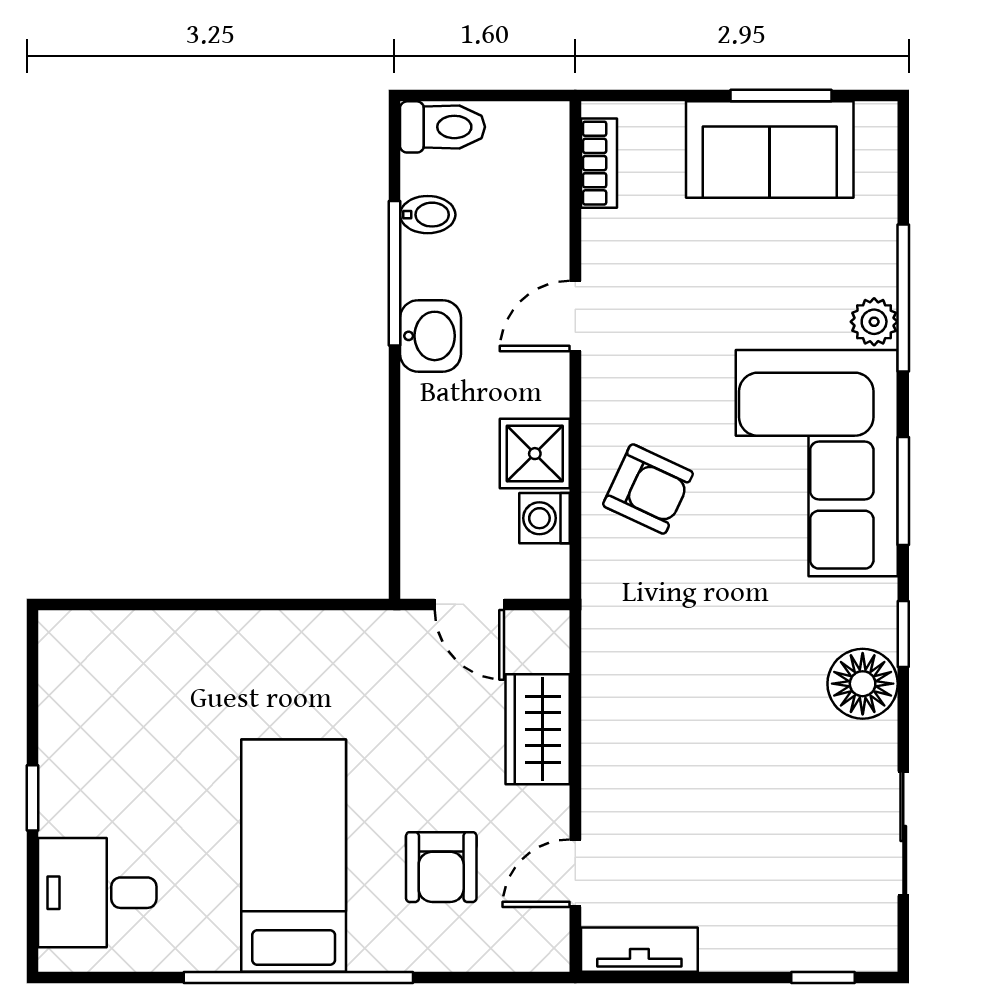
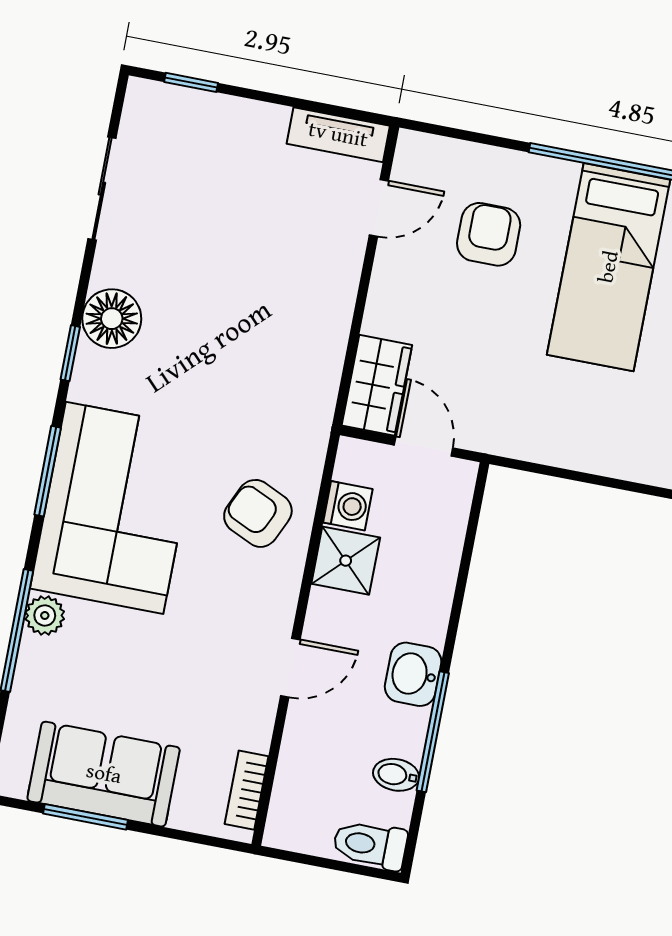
wardrobe: (538, 729) -> (377, 385), moved

